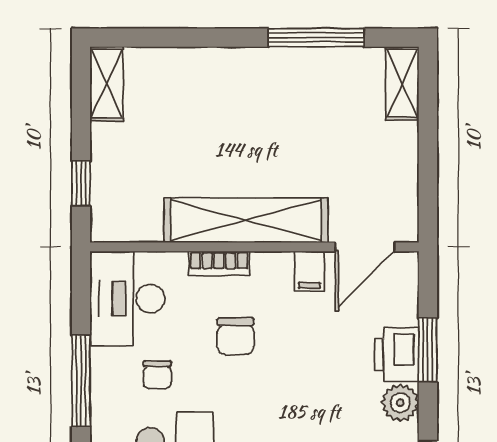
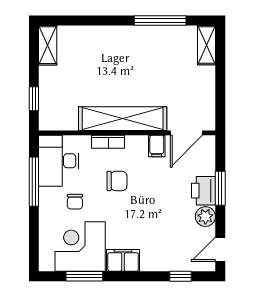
chair: (236, 336) -> (117, 181), turned -90
window: (81, 381) -> (34, 182), moved

